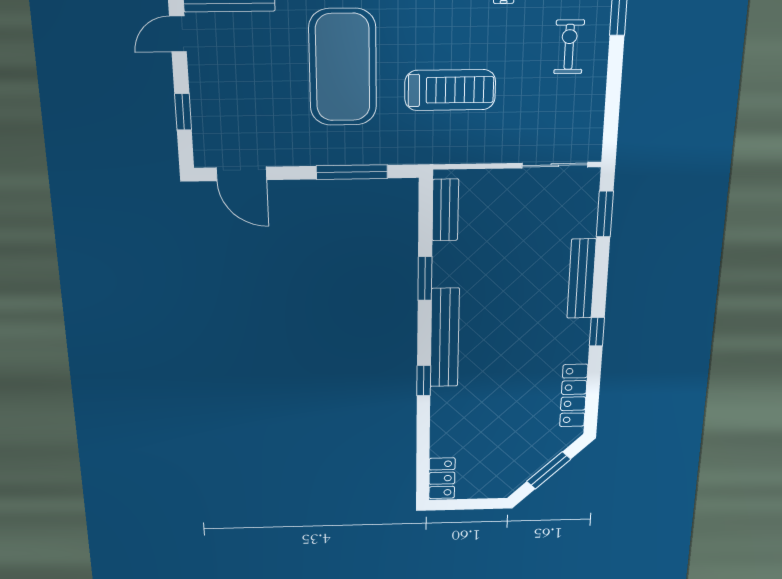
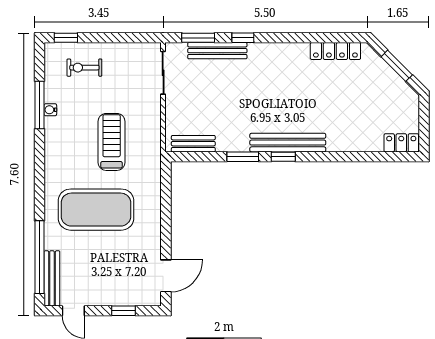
window: (352, 172) -> (166, 205), removed
bench: (581, 279) -> (217, 51), moved
window: (597, 332) -> (243, 38), moved
window: (424, 381) -> (283, 157), moved

